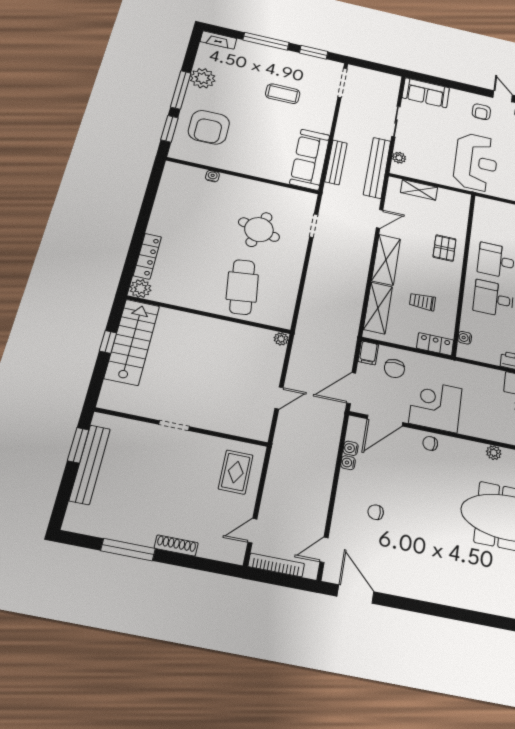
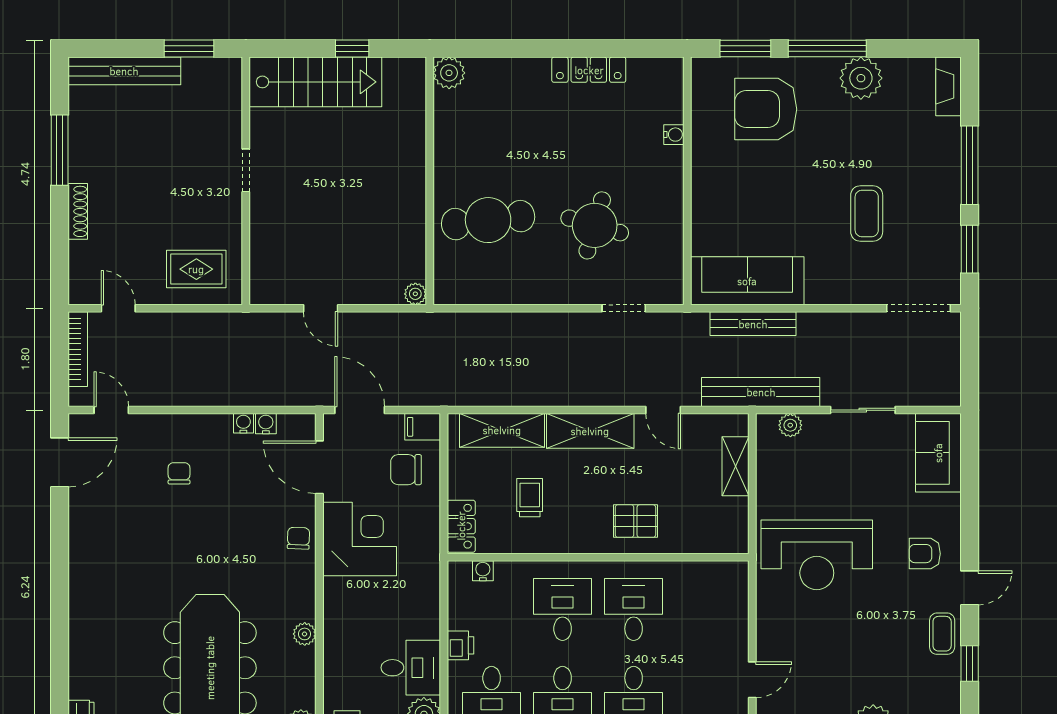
locker: (147, 256) -> (589, 70), moved
stairs: (132, 342) -> (315, 82), moved
bench: (90, 464) -> (124, 71), moved

